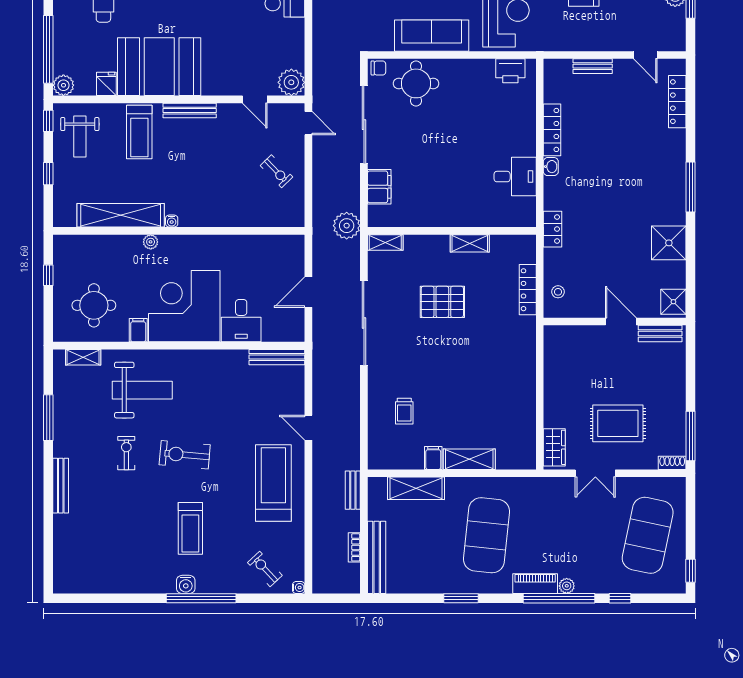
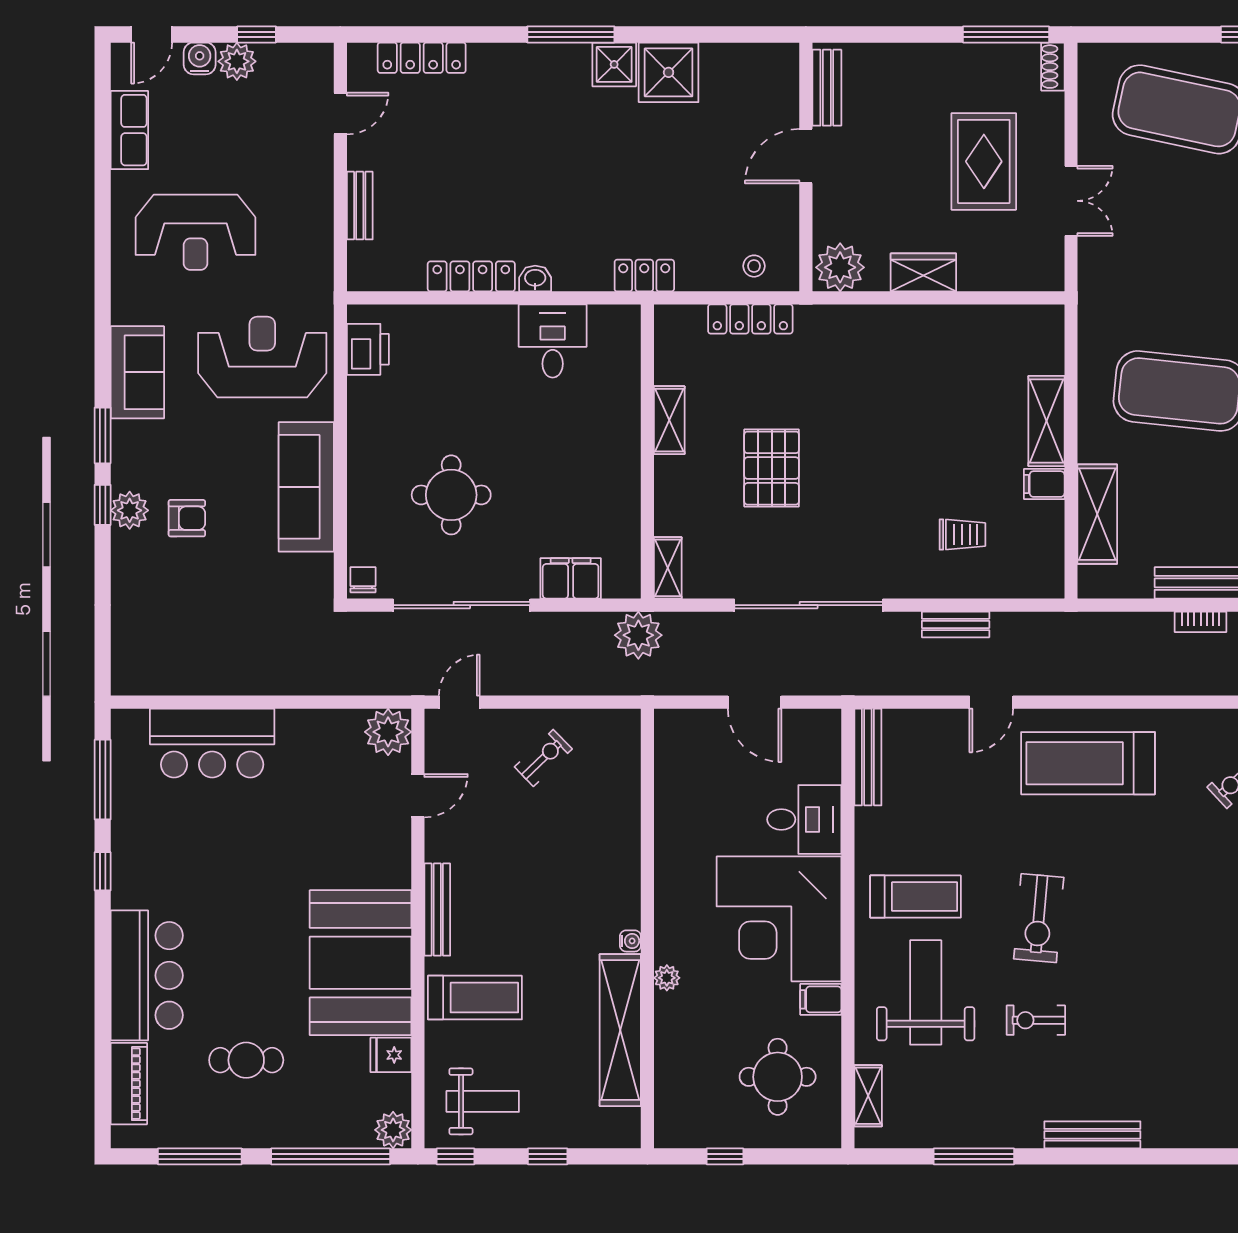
round table: (416, 83) -> (451, 495), moved
shower: (673, 302) -> (614, 64), moved
plant: (557, 341) -> (840, 267), added
wardrobe: (554, 447) -> (923, 272), moved
bench: (353, 490) -> (956, 624), moved
treadmill: (190, 528) -> (916, 897), moved

